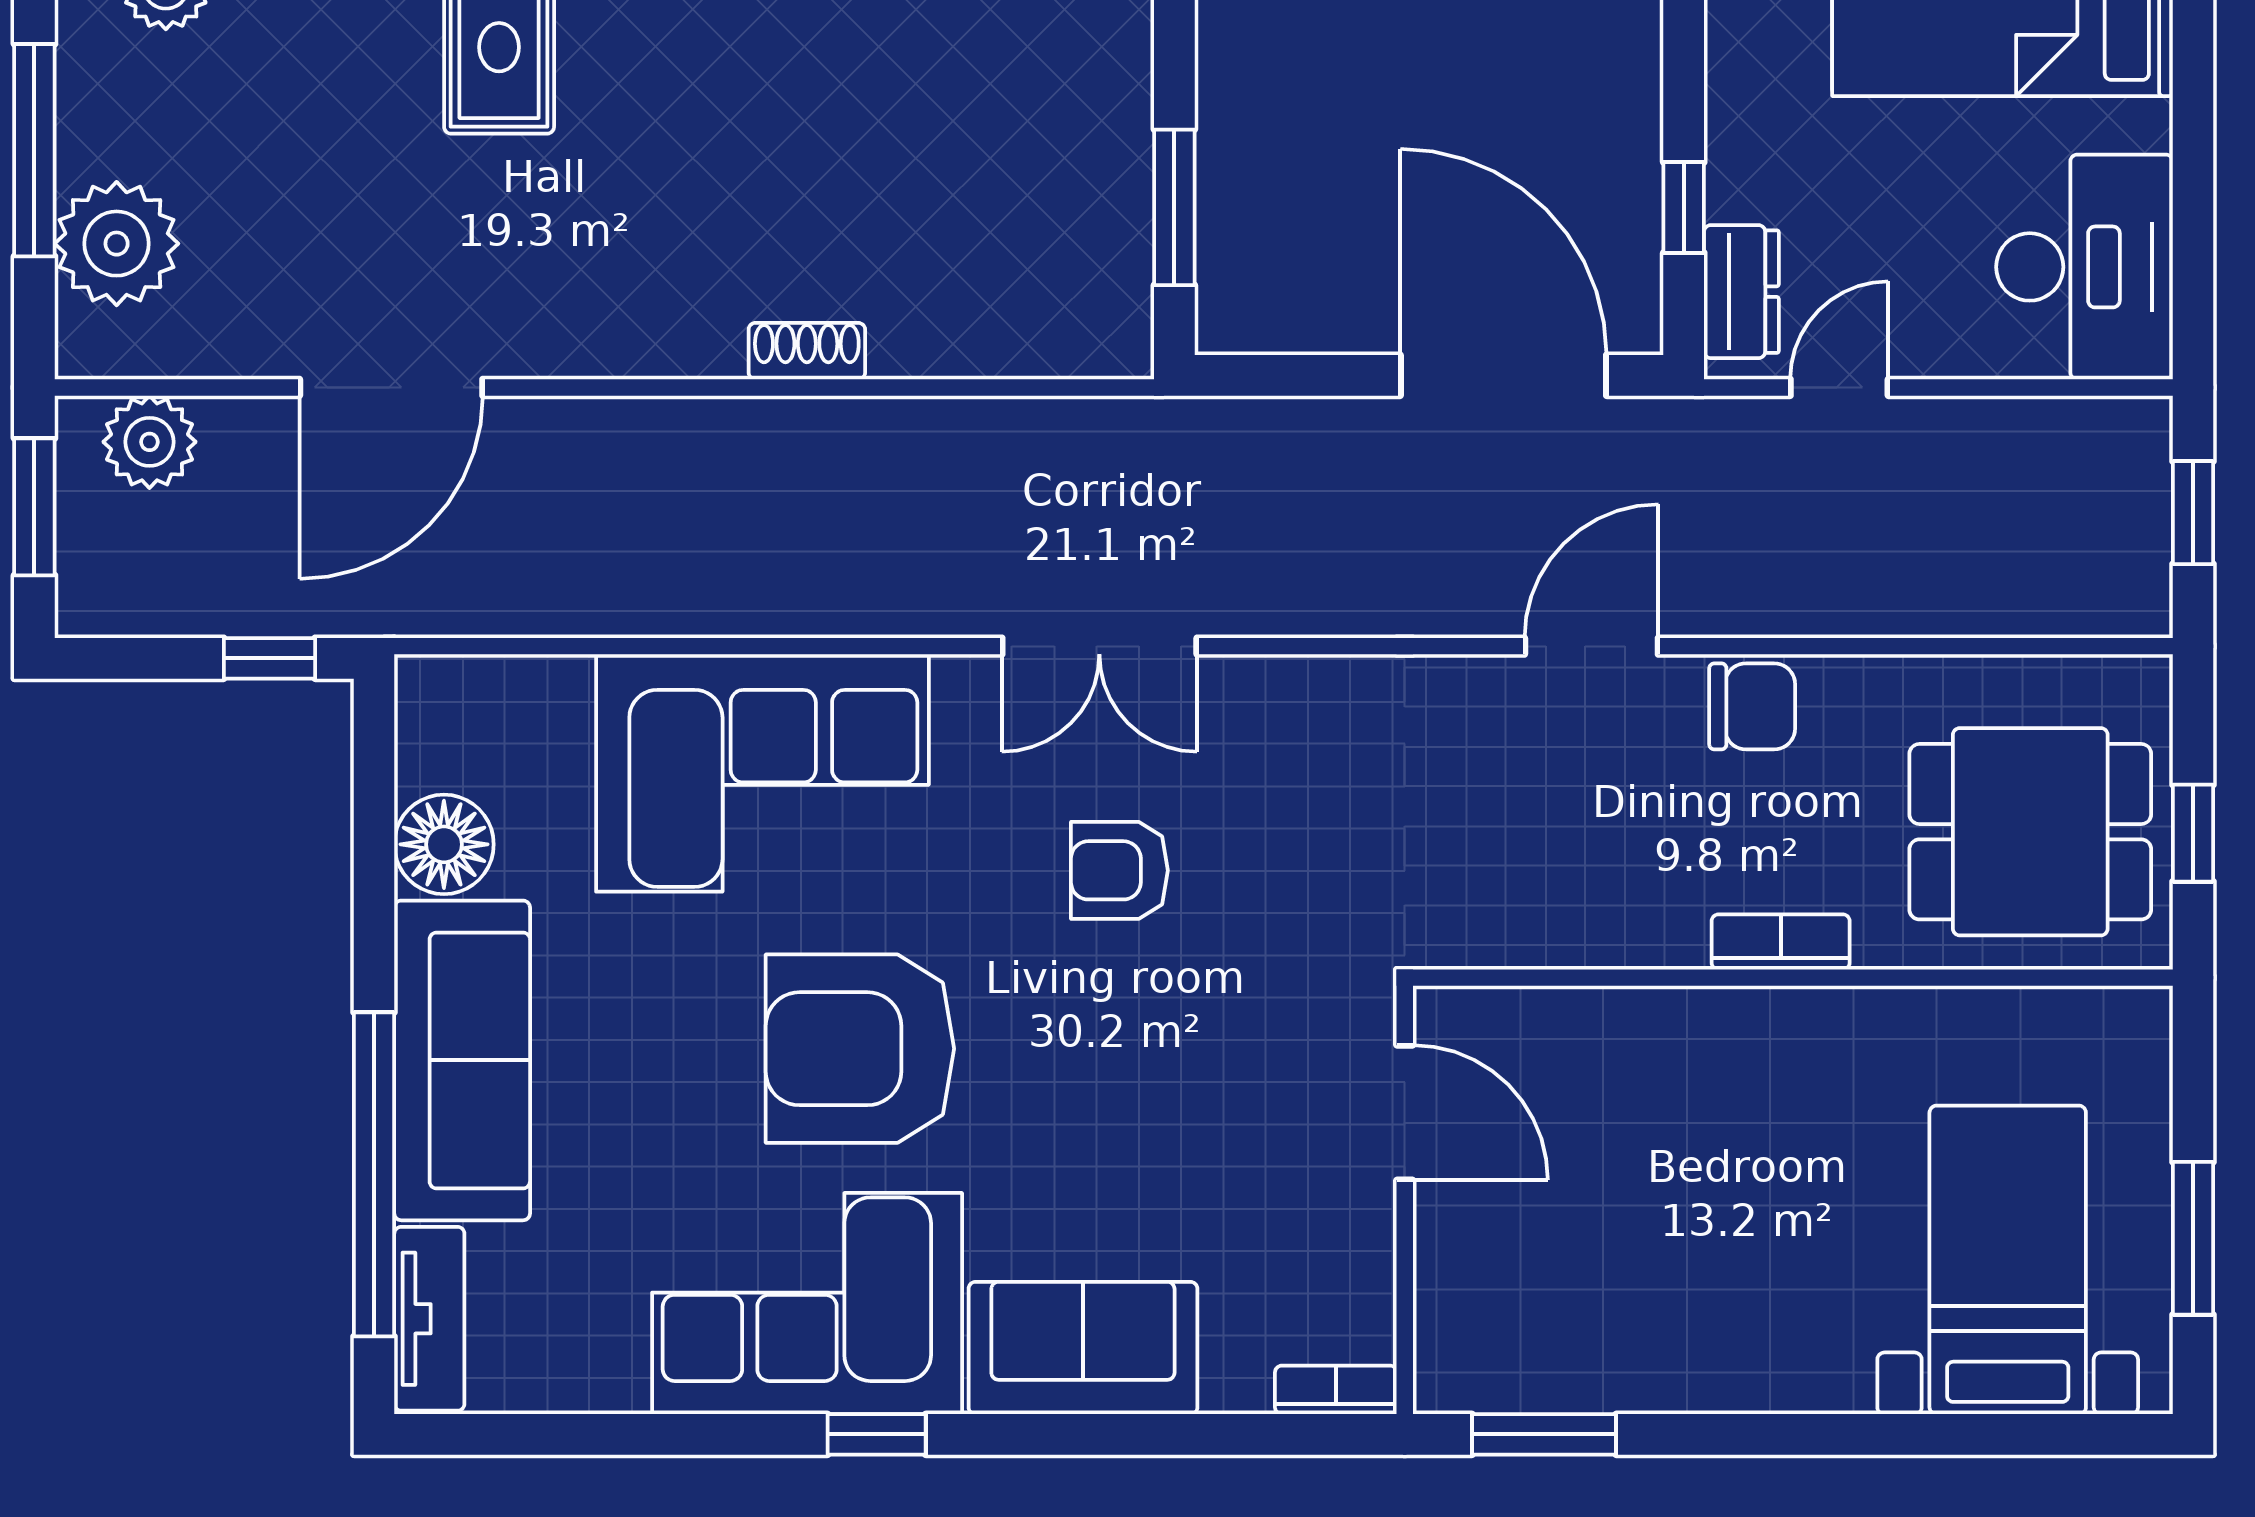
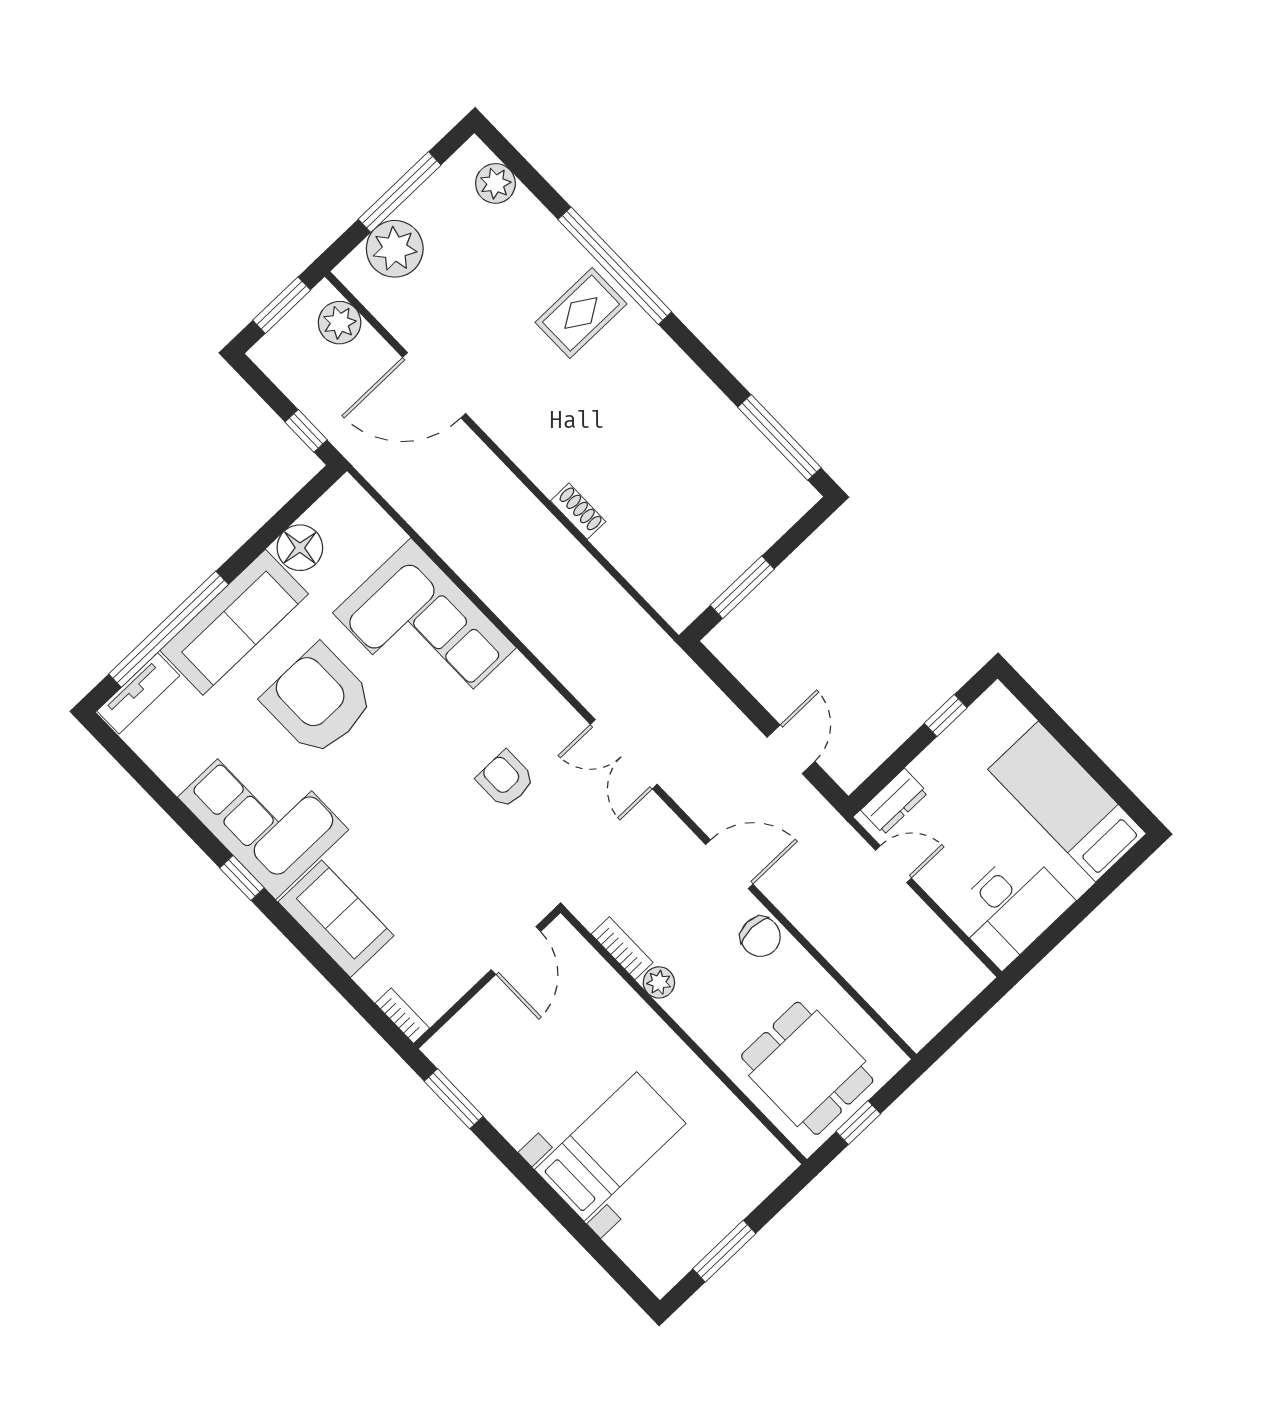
window: (1684, 208) -> (946, 716), moved
door: (1503, 375) -> (791, 749), width x0.53
window: (2193, 513) -> (964, 1021), removed
double door: (1099, 646) -> (624, 754), moved
plant: (1671, 936) -> (659, 982), added
bookcase: (1781, 942) -> (622, 948), moved
armchair: (860, 1049) -> (318, 700), moved
bed with nightstands: (2008, 1260) -> (610, 1147), moved

